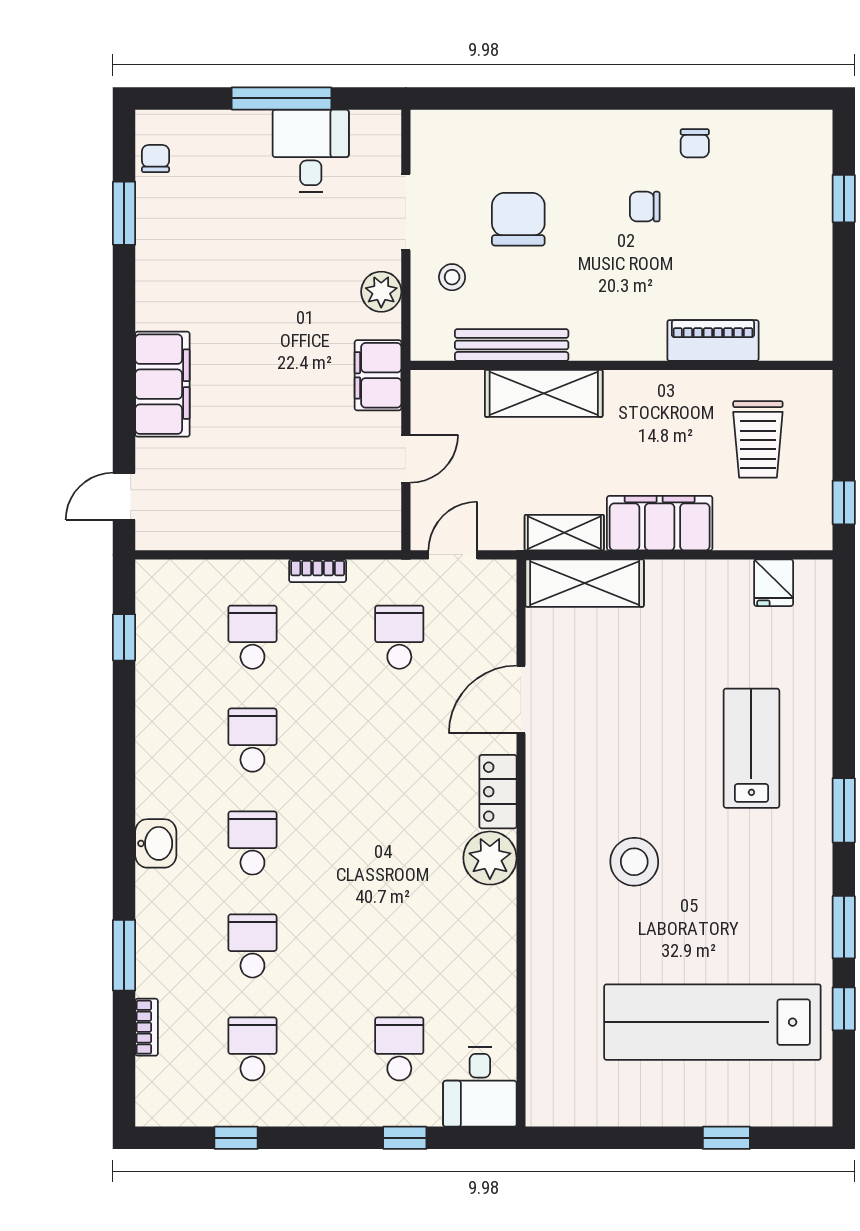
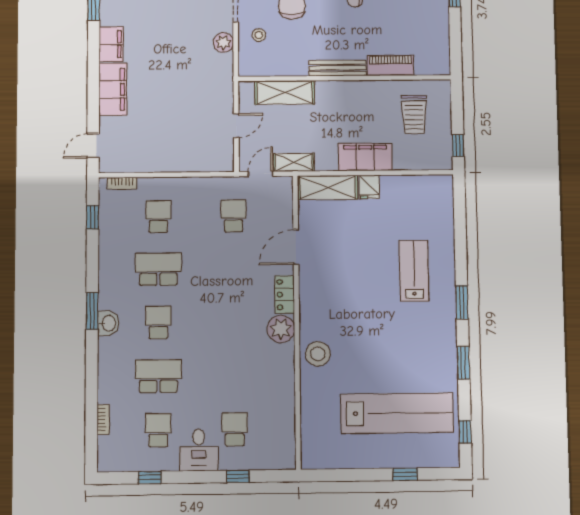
bench: (512, 345) -> (337, 68), moved
filing cabinet: (378, 375) -> (111, 44), moved, turned 180
shelving: (544, 393) -> (285, 93), moved
shelving: (564, 533) -> (294, 162), moved
bookcase: (318, 571) -> (122, 183), moved
fridge: (774, 583) -> (369, 187), moved
school desk: (252, 740) -> (158, 269), width x1.85
stool: (634, 862) -> (318, 354), moved
school desk: (252, 946) -> (158, 376), width x1.85
window: (124, 955) -> (92, 311), moved
window: (844, 1009) -> (465, 432), moved
lab bench: (712, 1022) -> (397, 413), turned 180
desk: (480, 1087) -> (199, 450), moved

